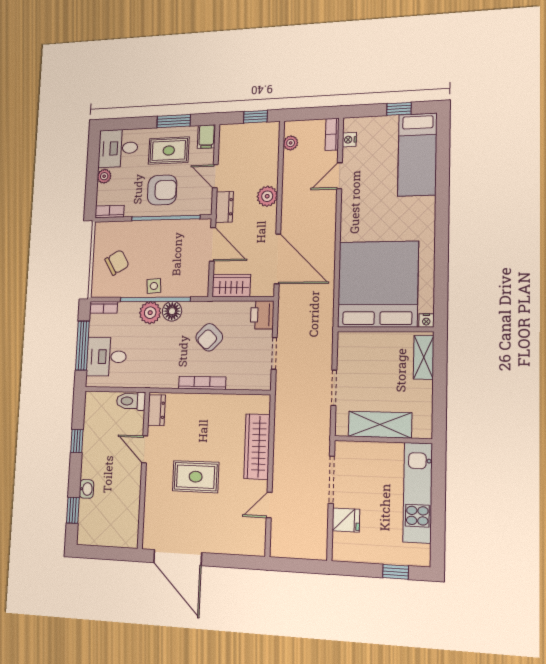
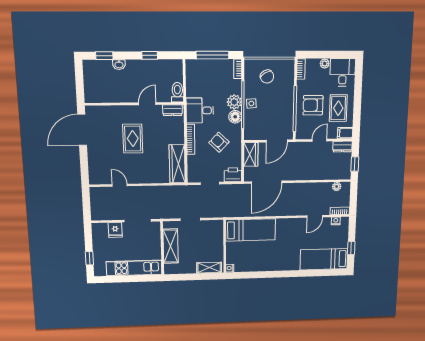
window: (174, 121) -> (357, 110), removed
door: (339, 176) -> (315, 216), swing flipped
armchair: (162, 190) -> (313, 105), turned 90
plant: (267, 196) -> (305, 174), removed
dresser: (224, 207) -> (342, 147), moved
bed: (378, 284) -> (251, 230), width x0.49
desk: (106, 357) -> (200, 110), moved, turned -90
wardrobe: (257, 447) -> (177, 164), moved, turned -90

